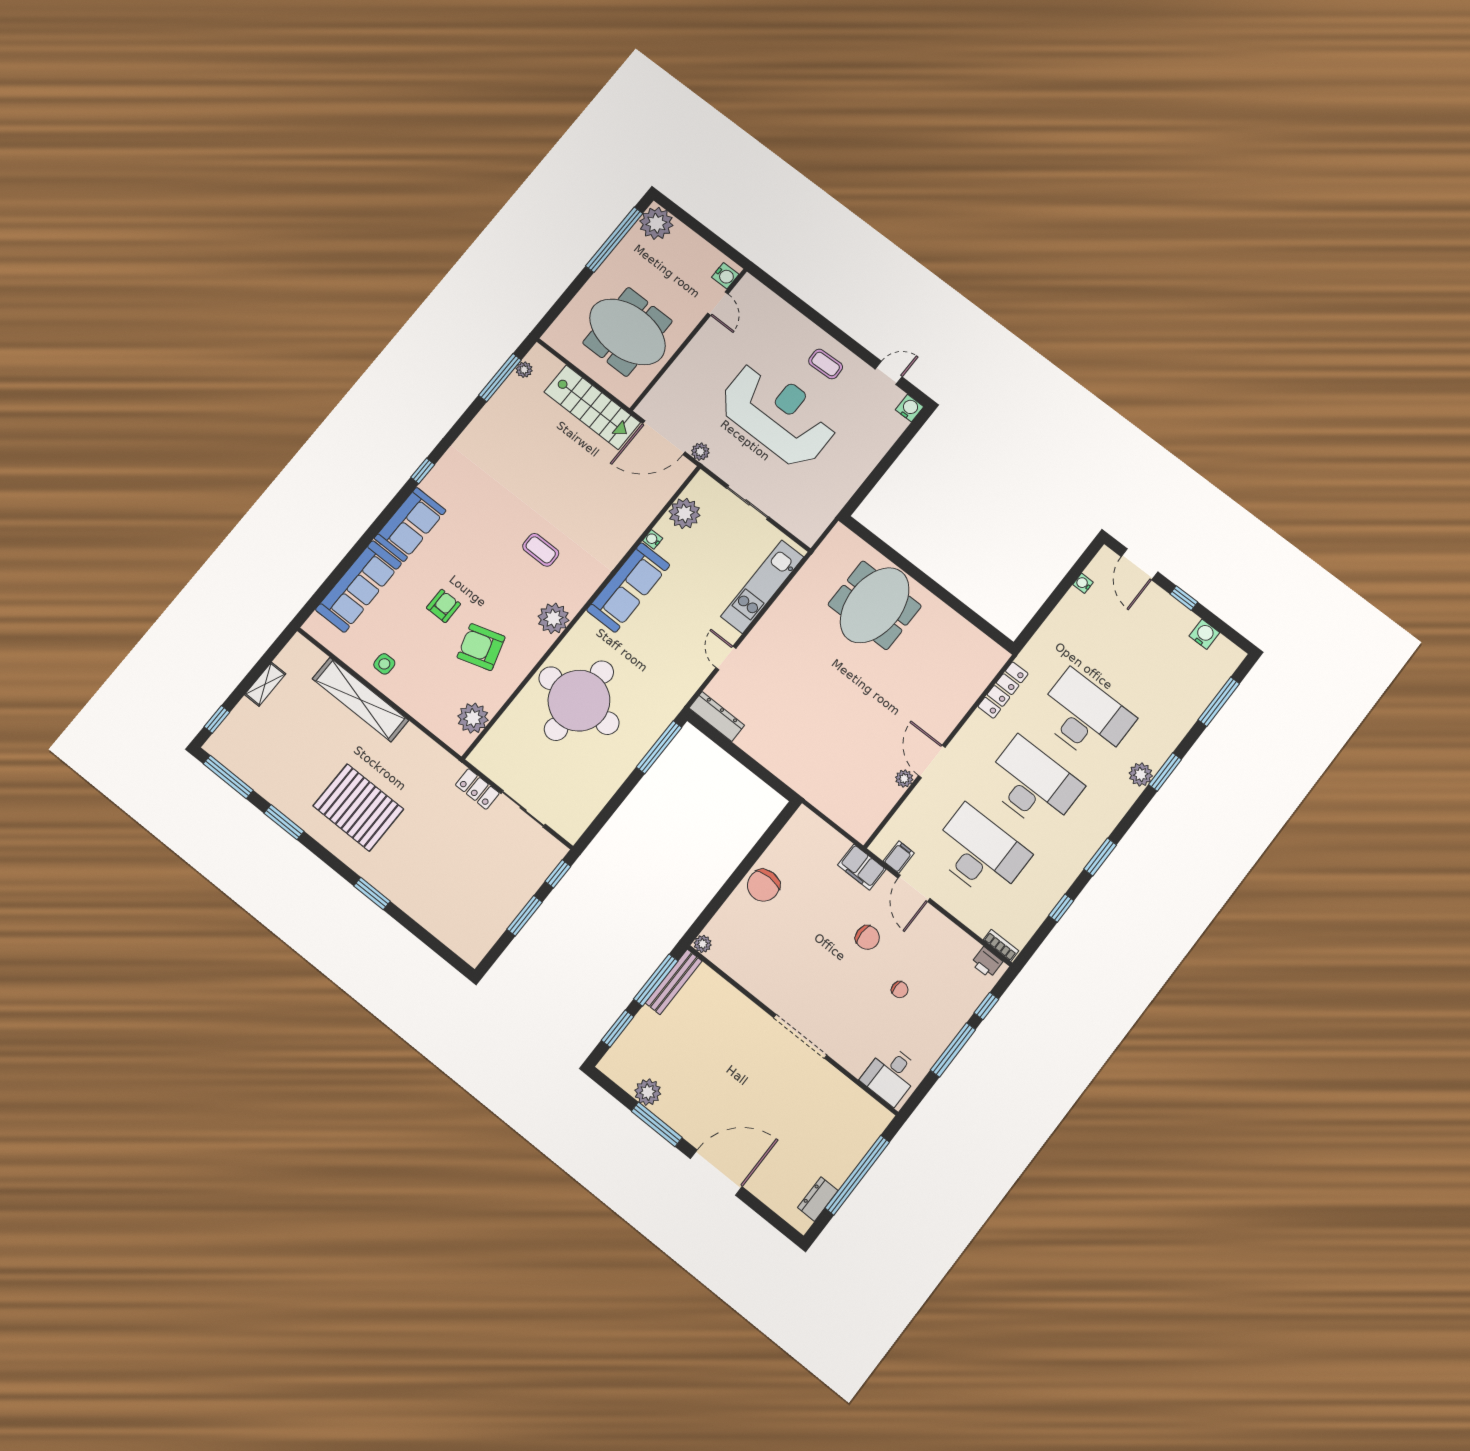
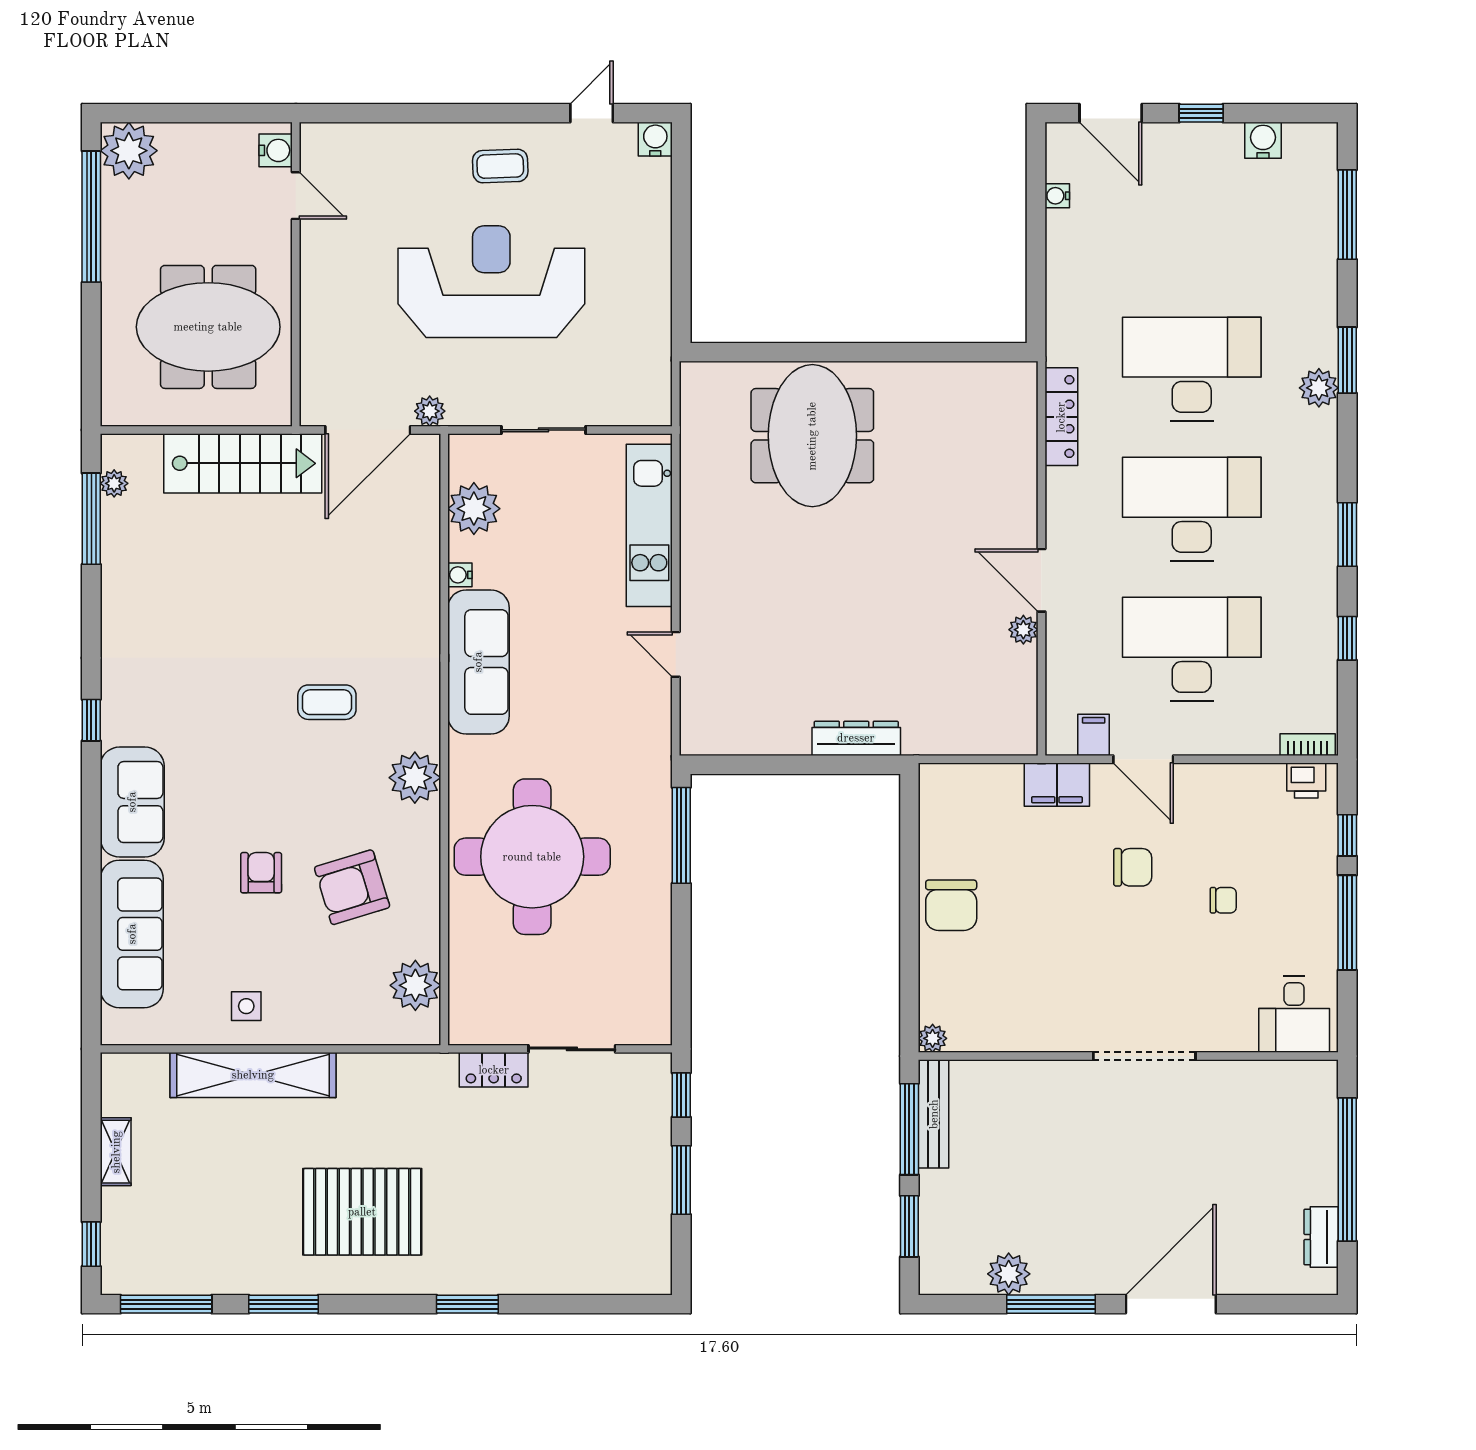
dresser: (717, 717) -> (856, 738), moved

